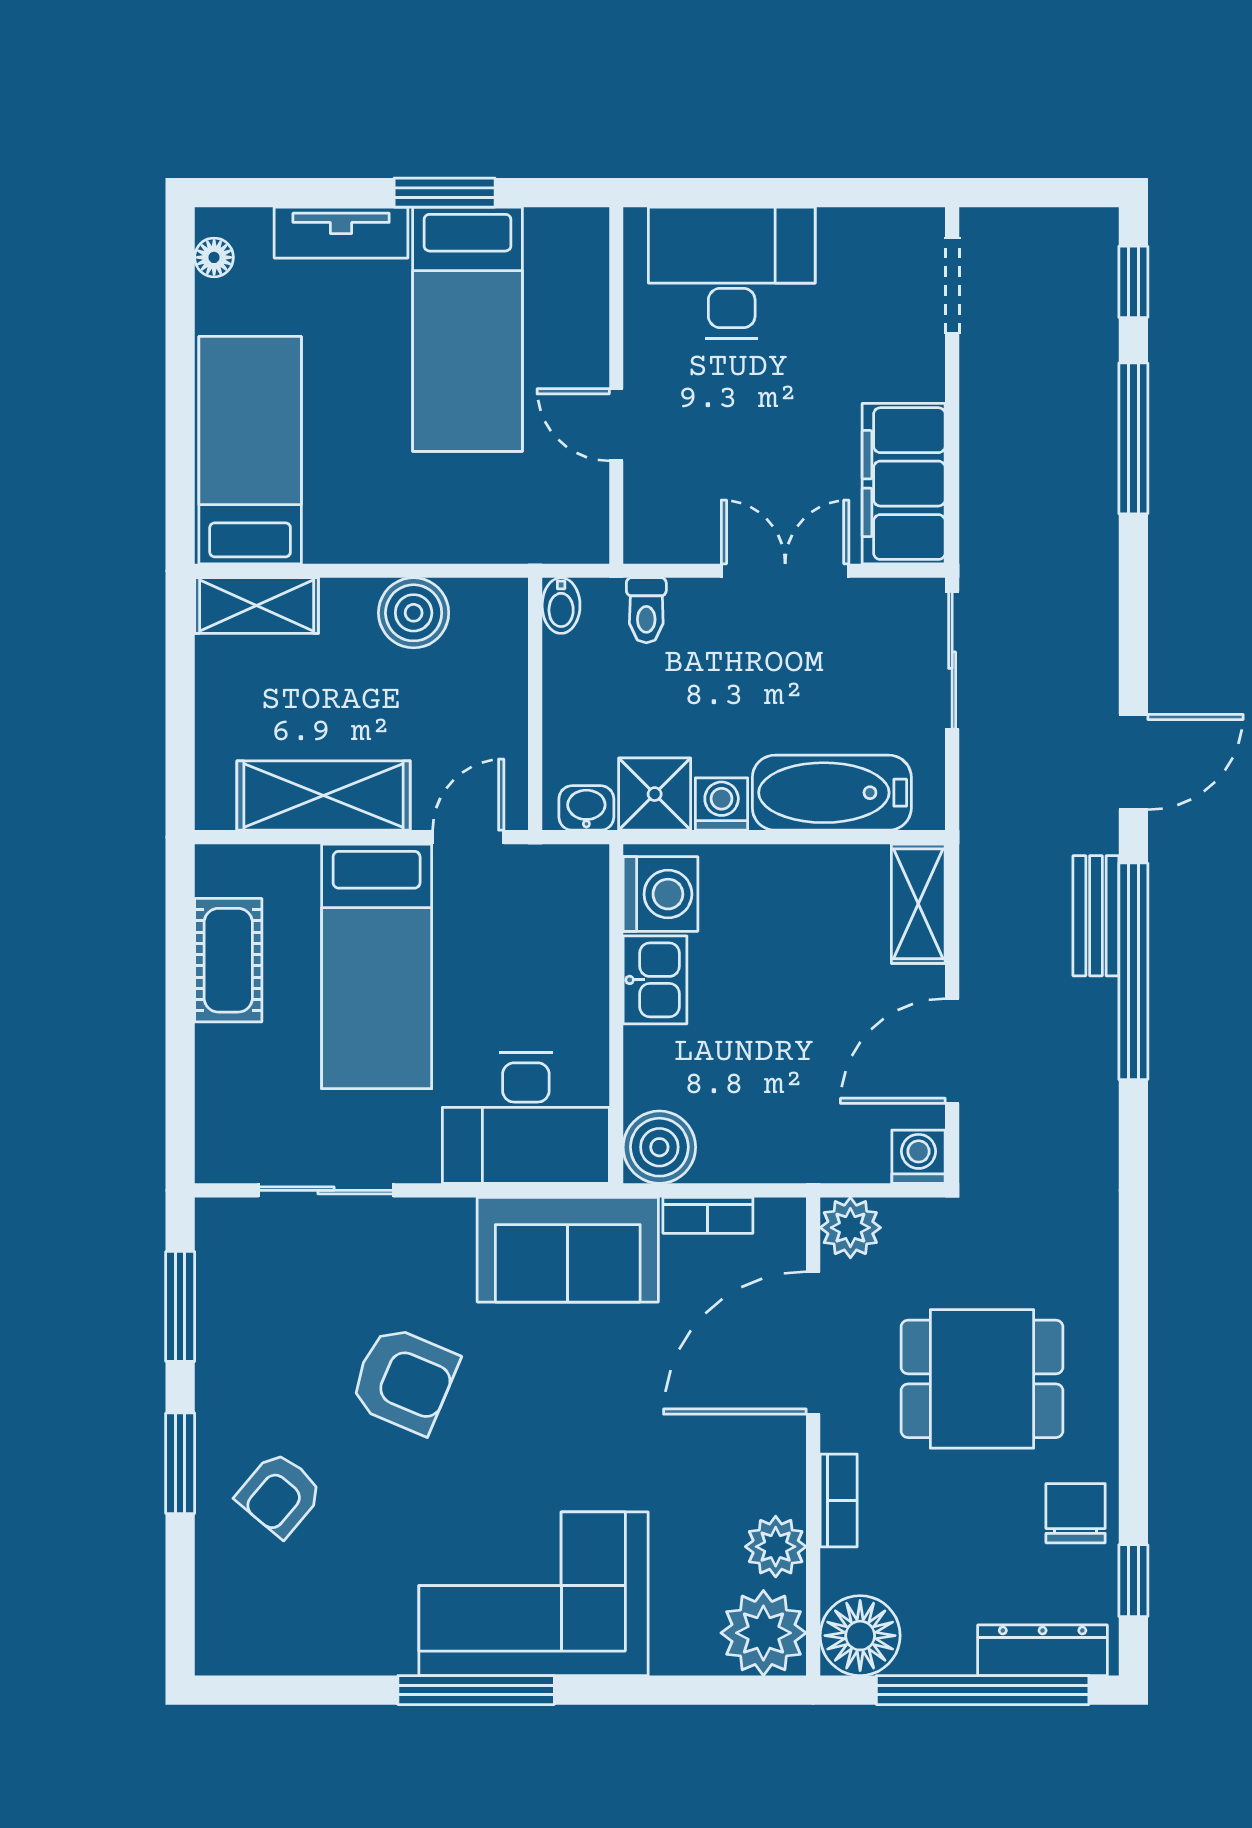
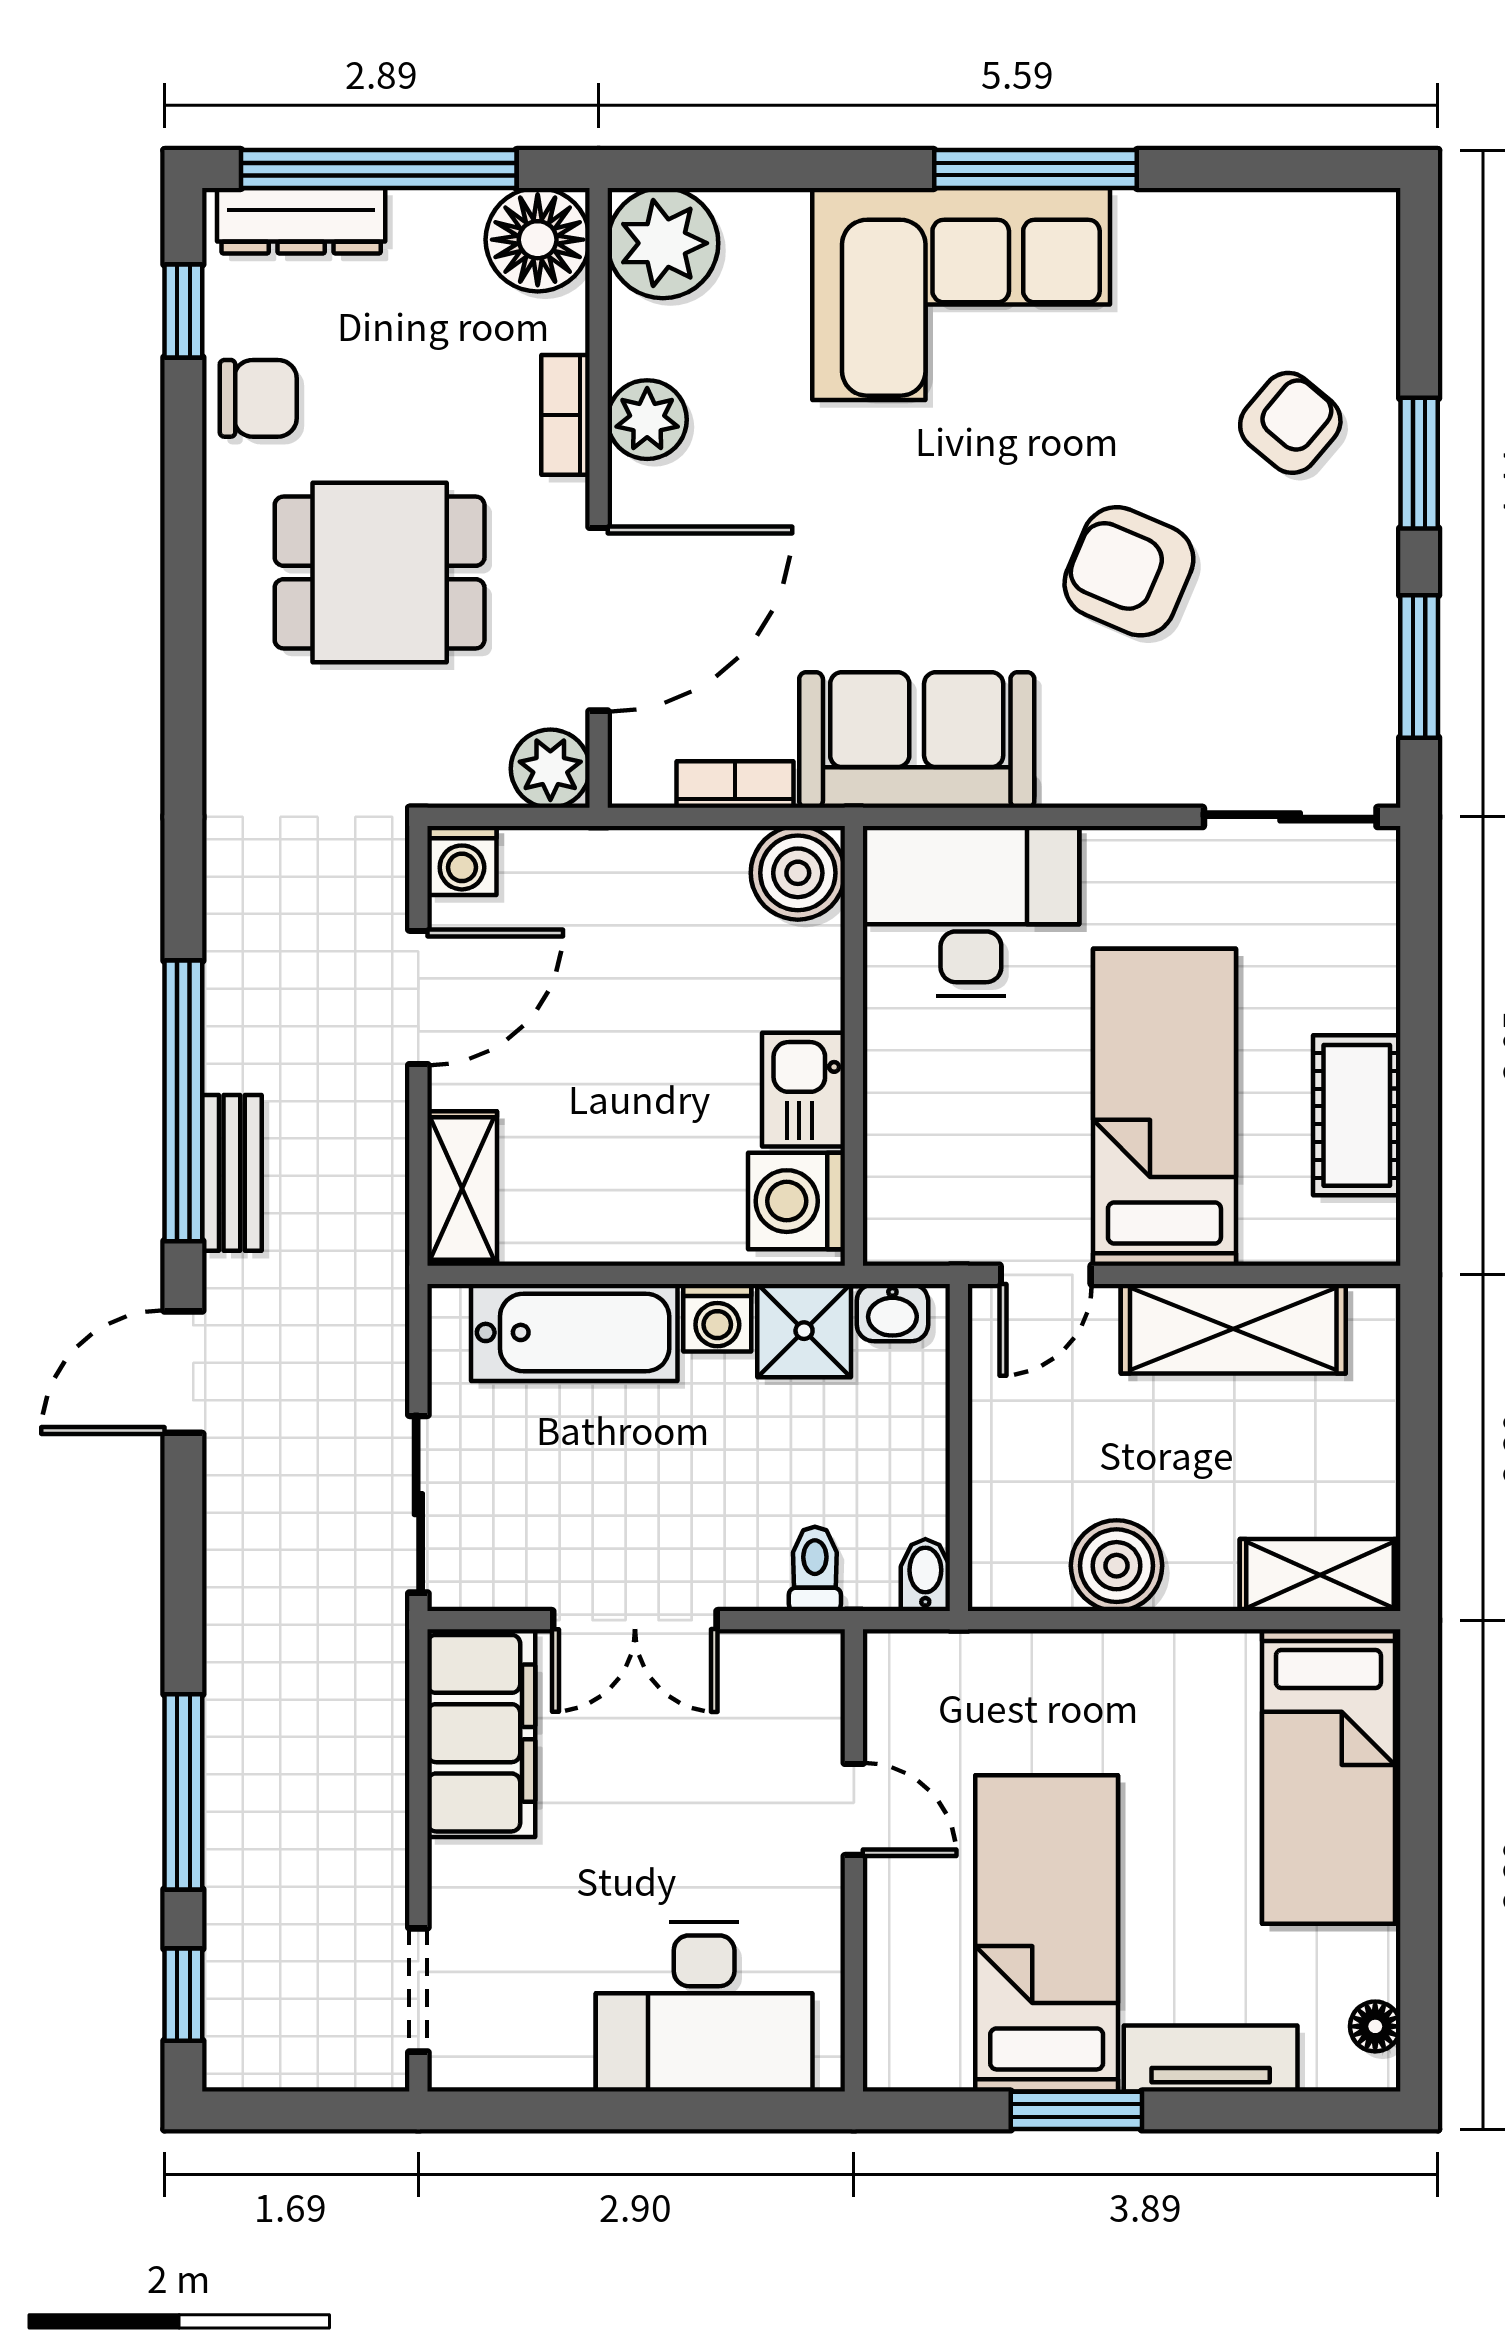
sliding door: (326, 1190) -> (1290, 817), moved
chair: (1076, 1513) -> (258, 398), turned -90
plant: (776, 1547) -> (647, 420), moved

